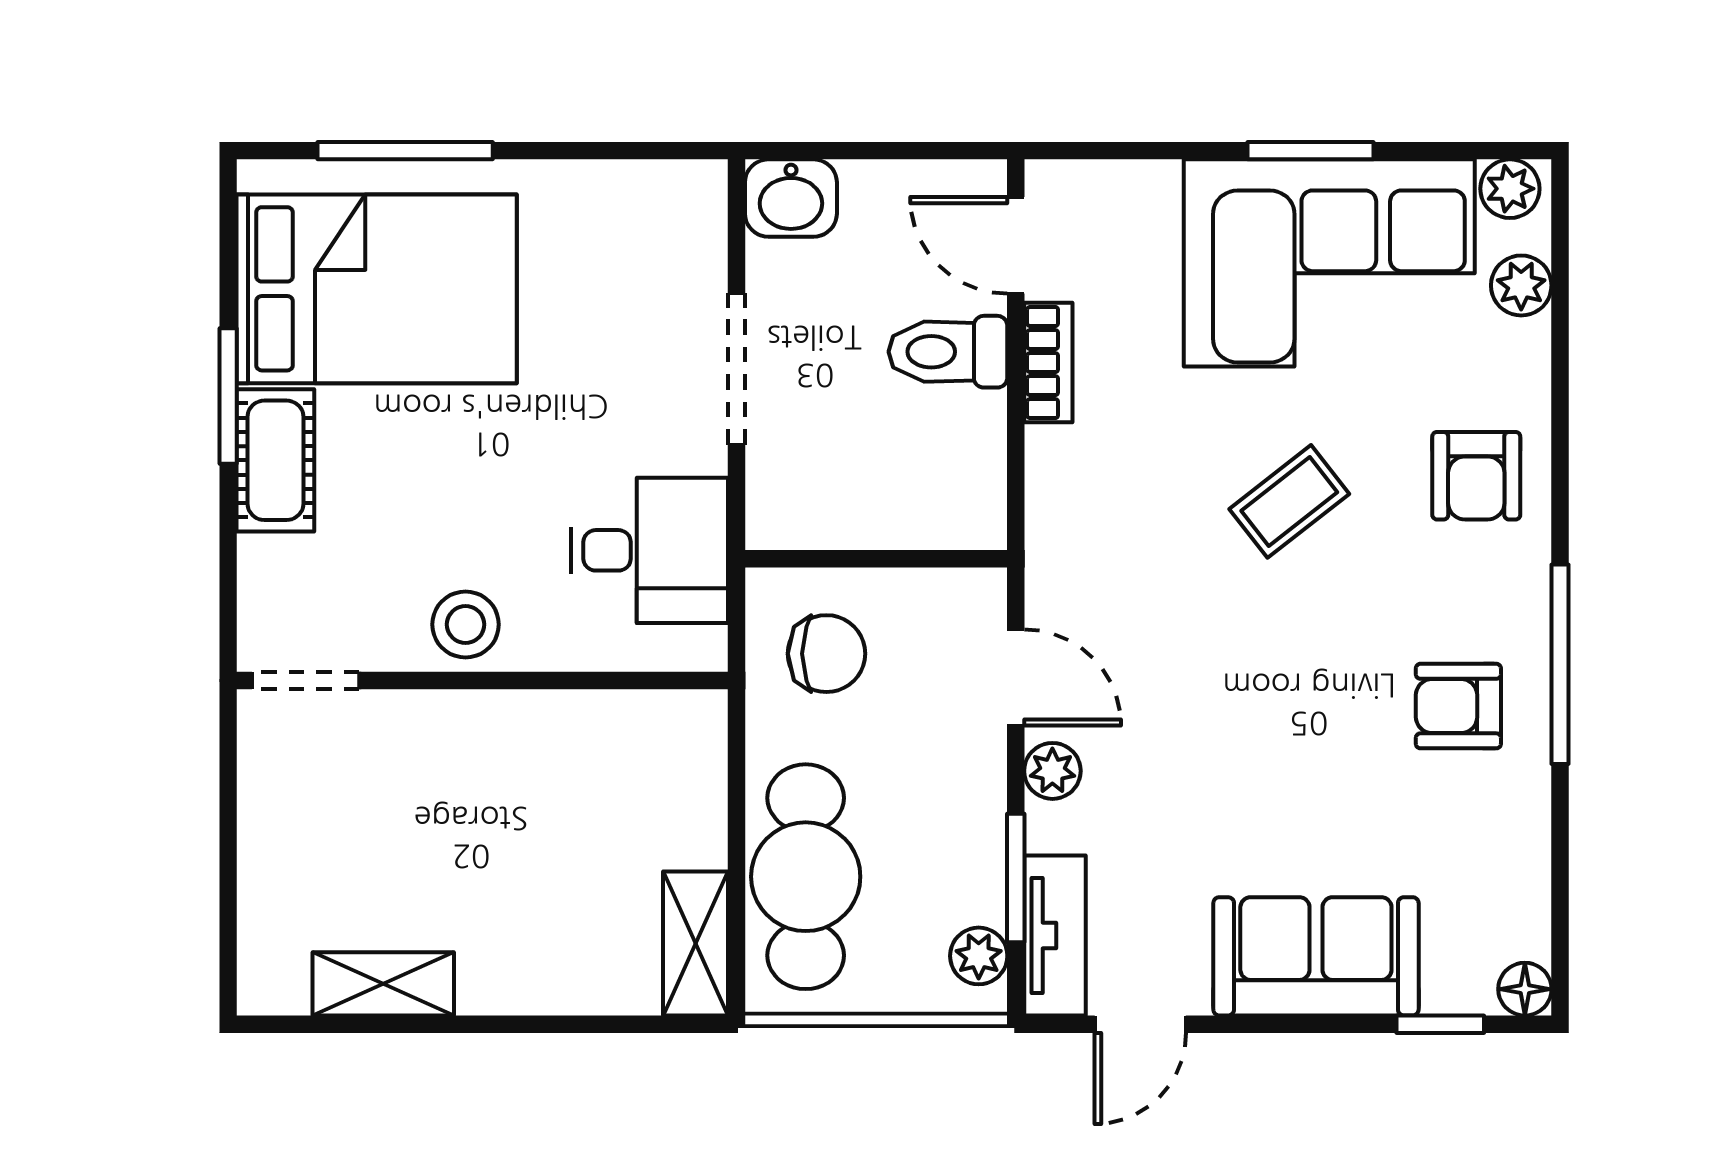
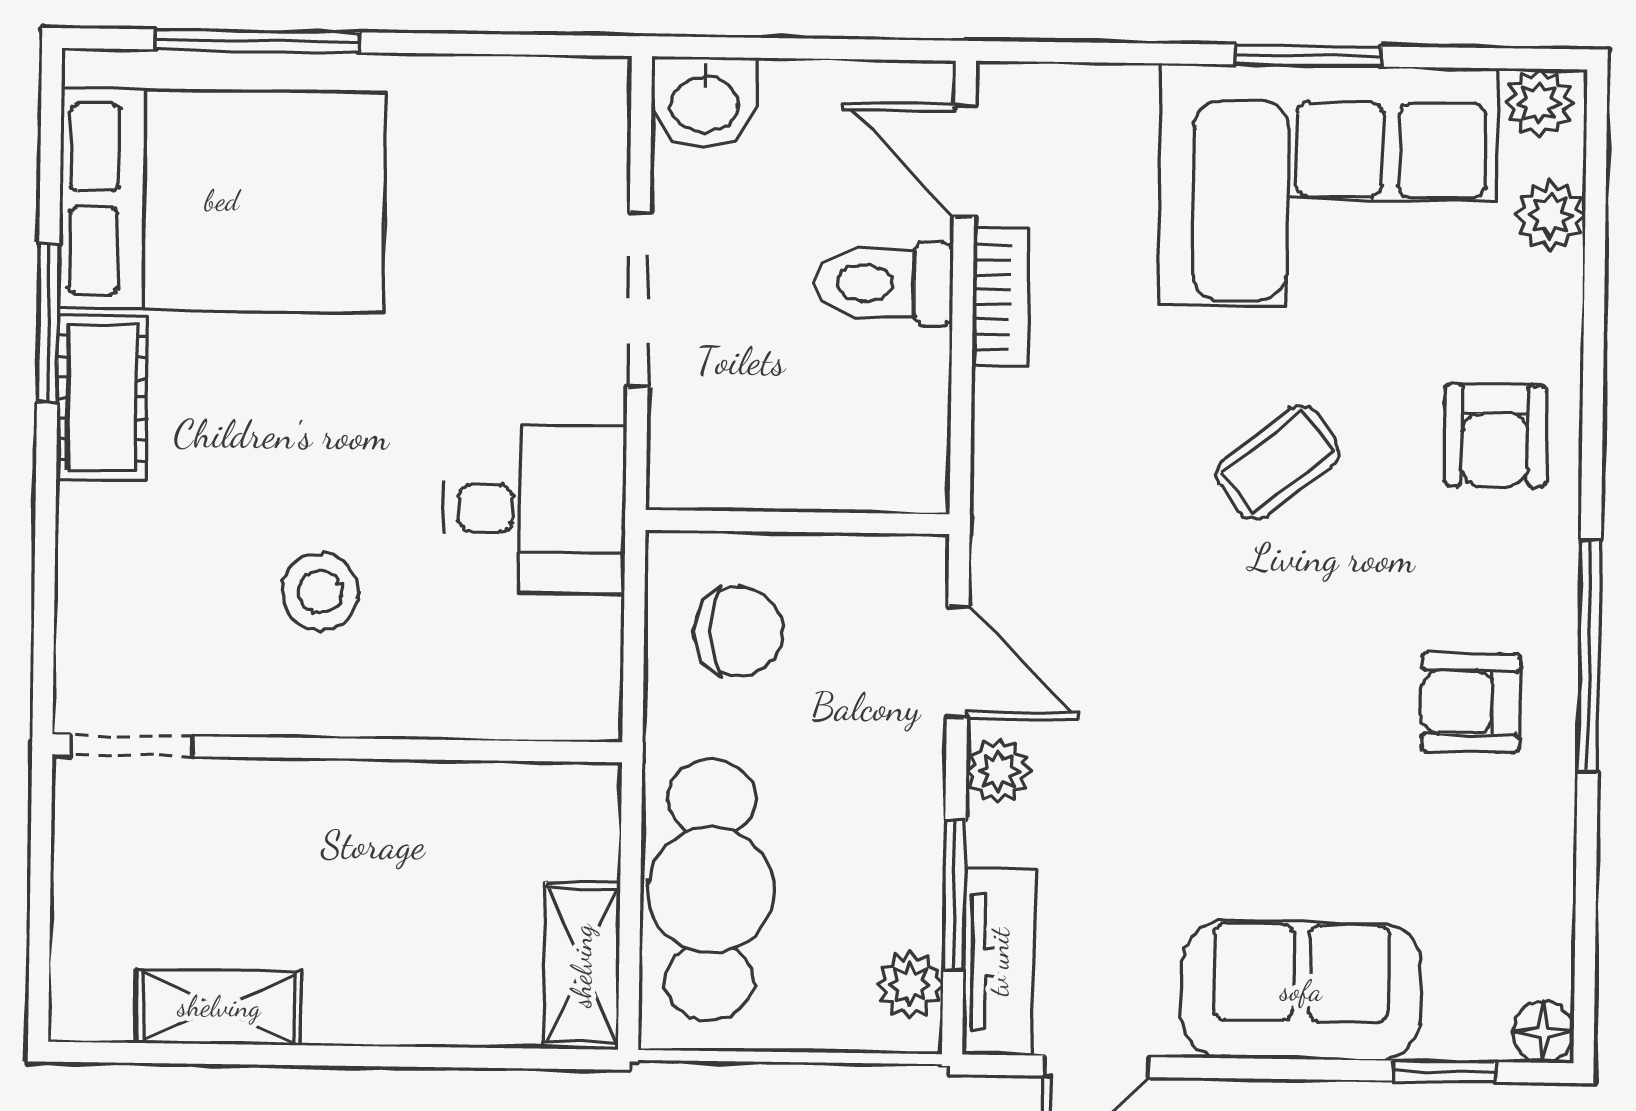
doorway: (306, 680) -> (132, 745), moved
wall: (482, 680) -> (337, 748), moved

